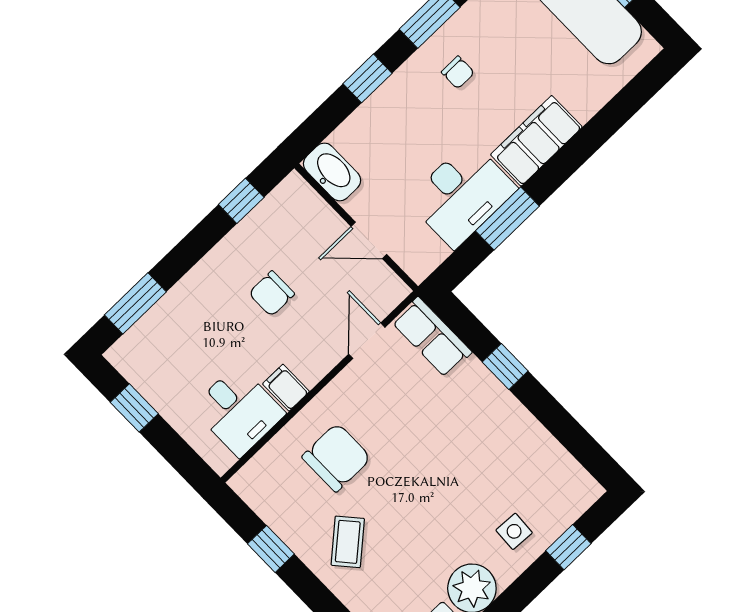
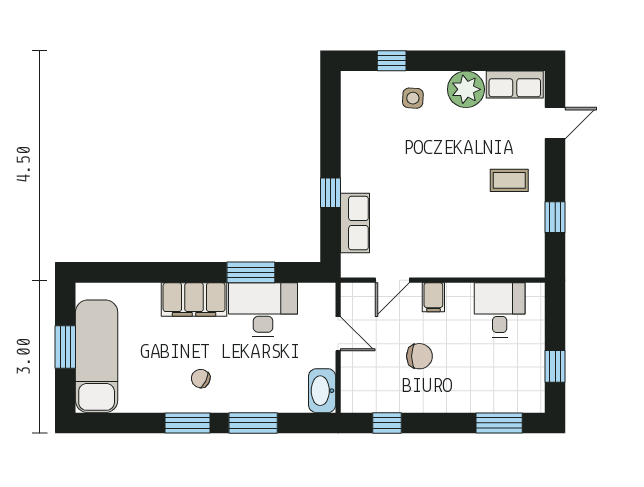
chair: (458, 72) -> (201, 378), turned -64
window: (368, 78) -> (253, 423), width x1.50
row of seats: (432, 337) -> (355, 223), moved
filing cabinet: (286, 388) -> (433, 297), moved
chair: (337, 457) -> (471, 232), removed
coffee table: (348, 542) -> (509, 180), turned 41

